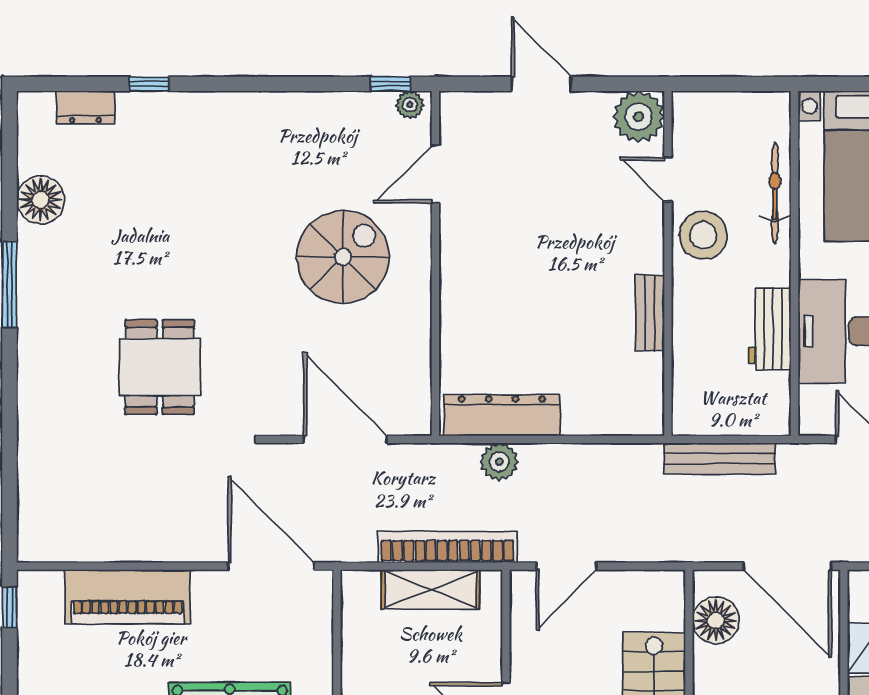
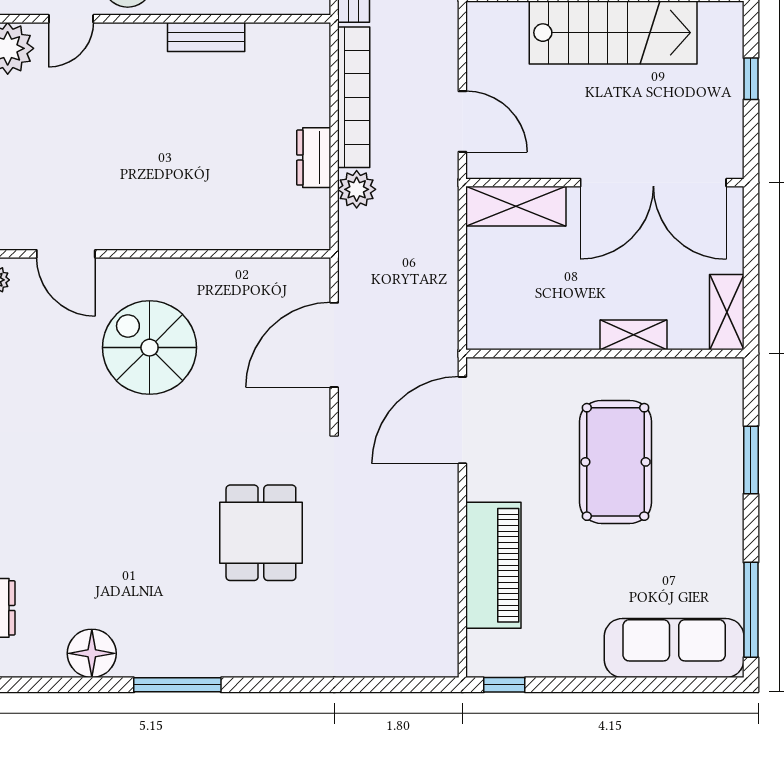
dining table: (160, 367) -> (261, 533), turned 90
dresser: (502, 415) -> (314, 158), width x0.51, depth x0.80
bookcase: (448, 547) -> (354, 97), moved, turned 180
shelving: (431, 589) -> (516, 206), moved, turned 90

